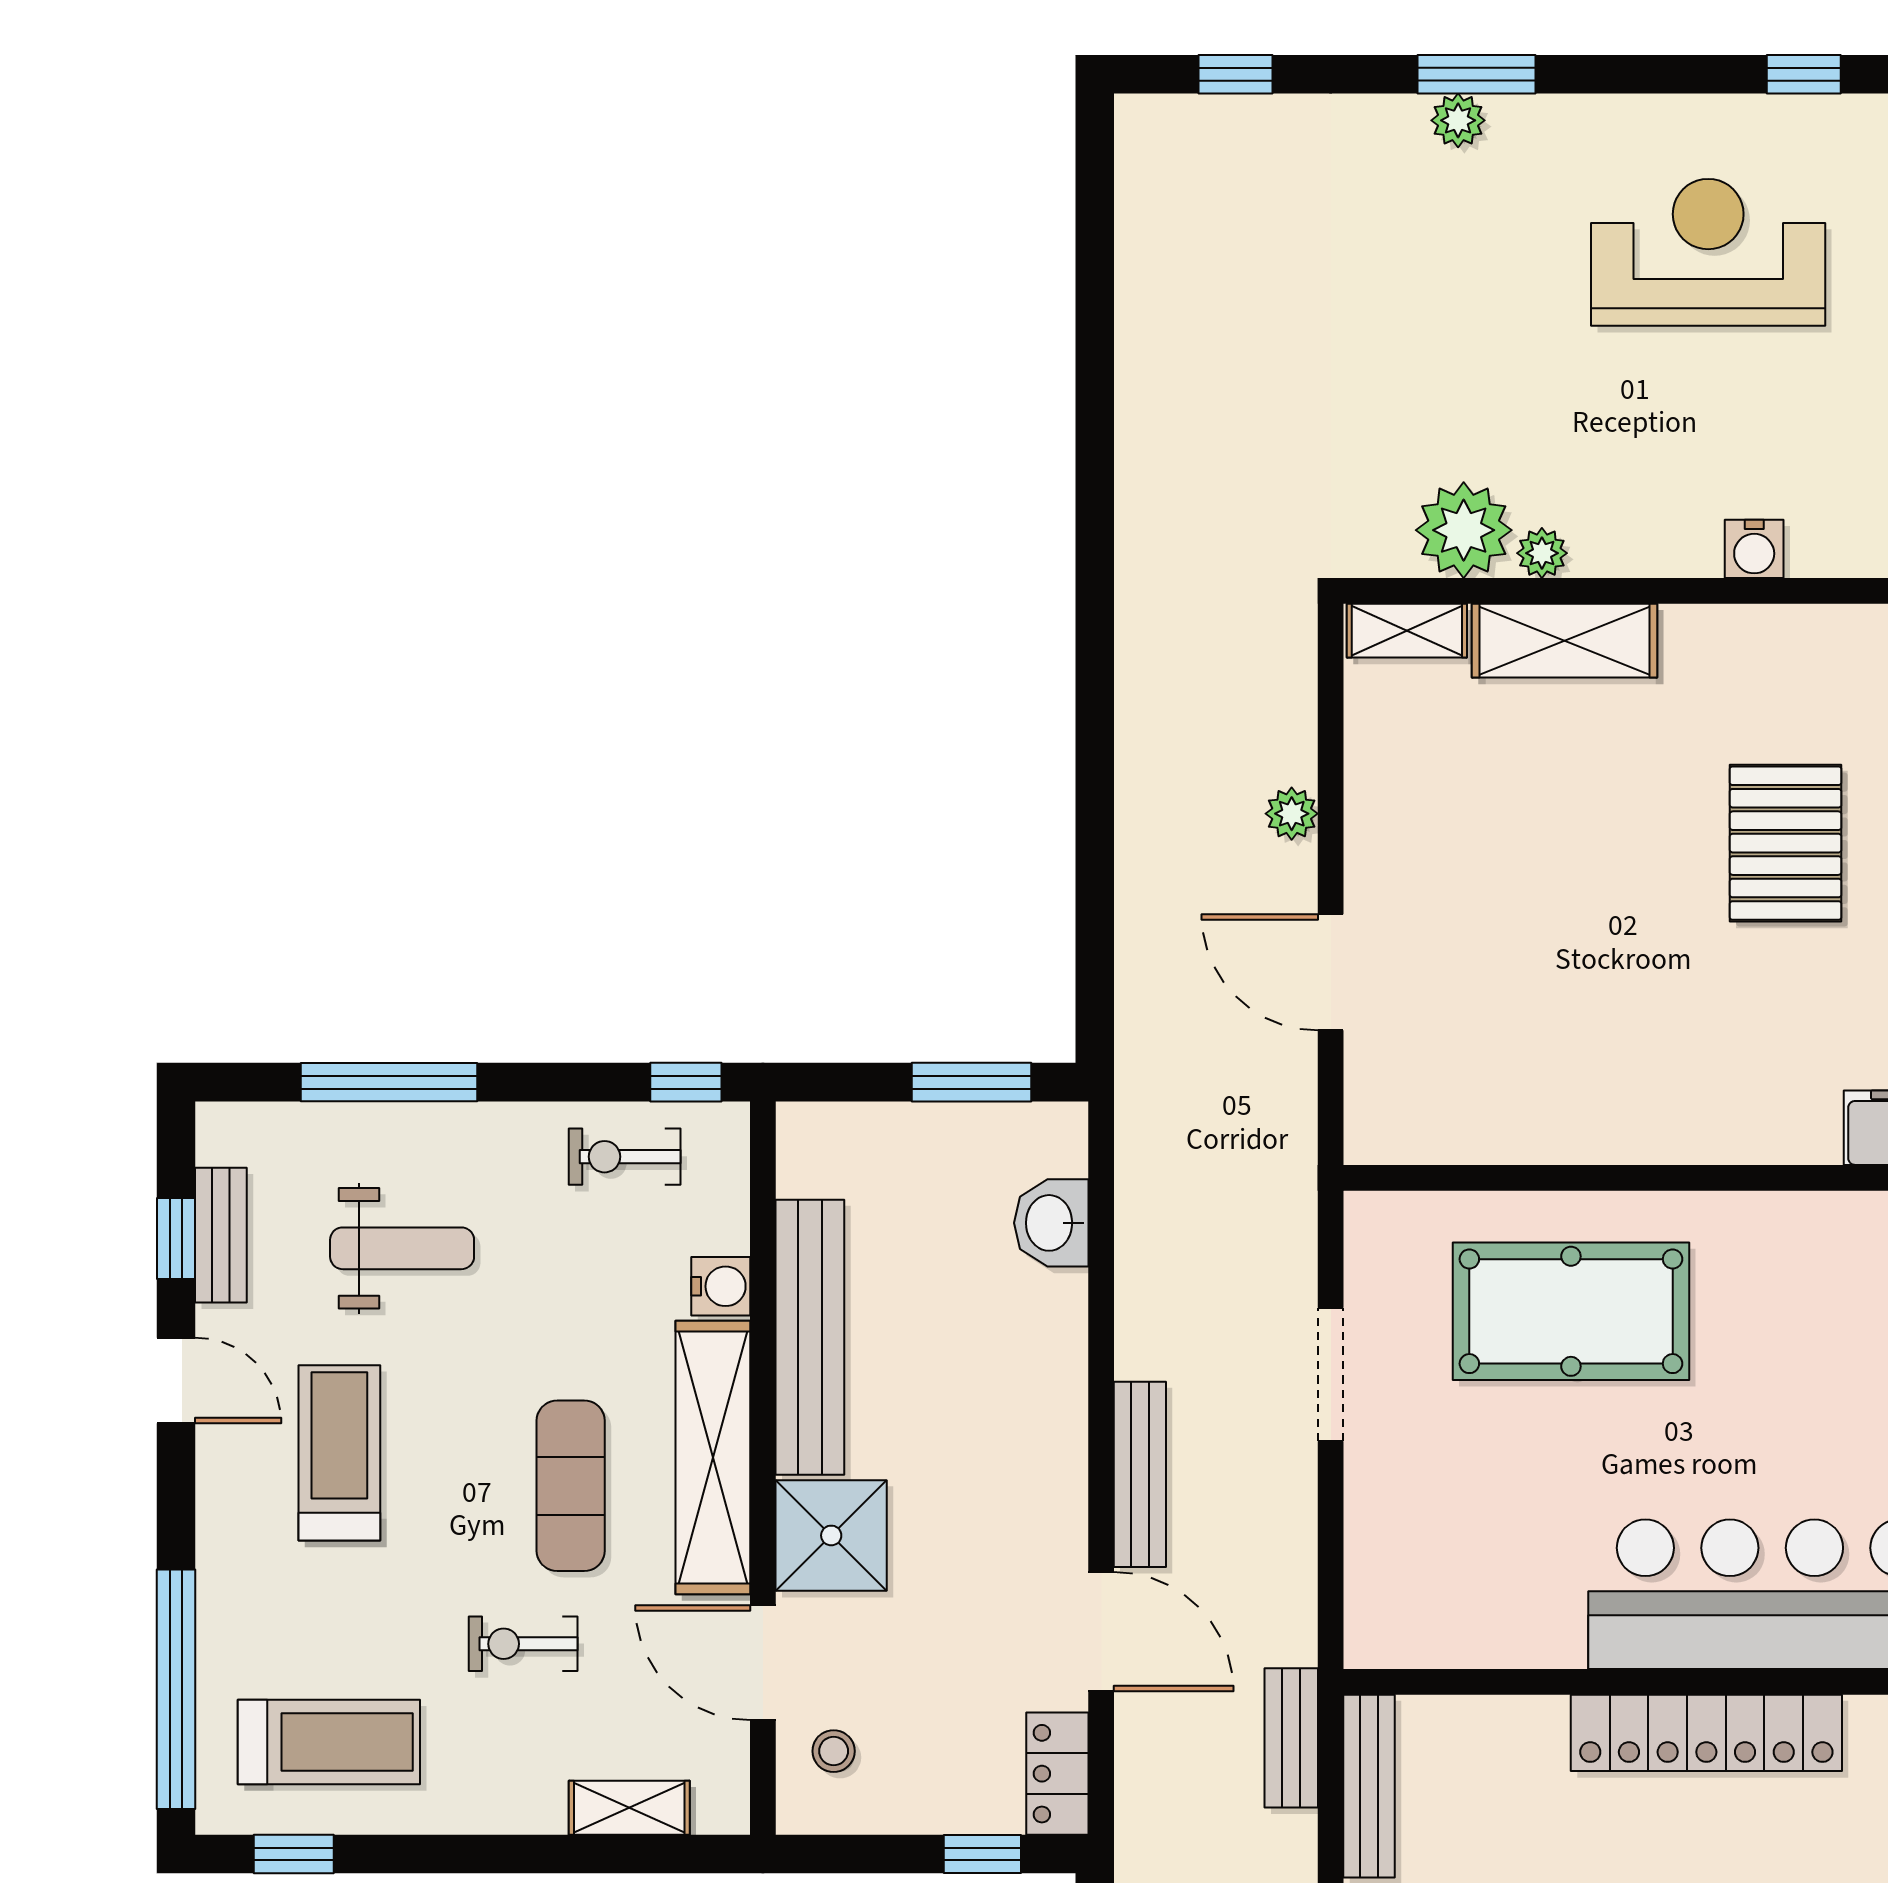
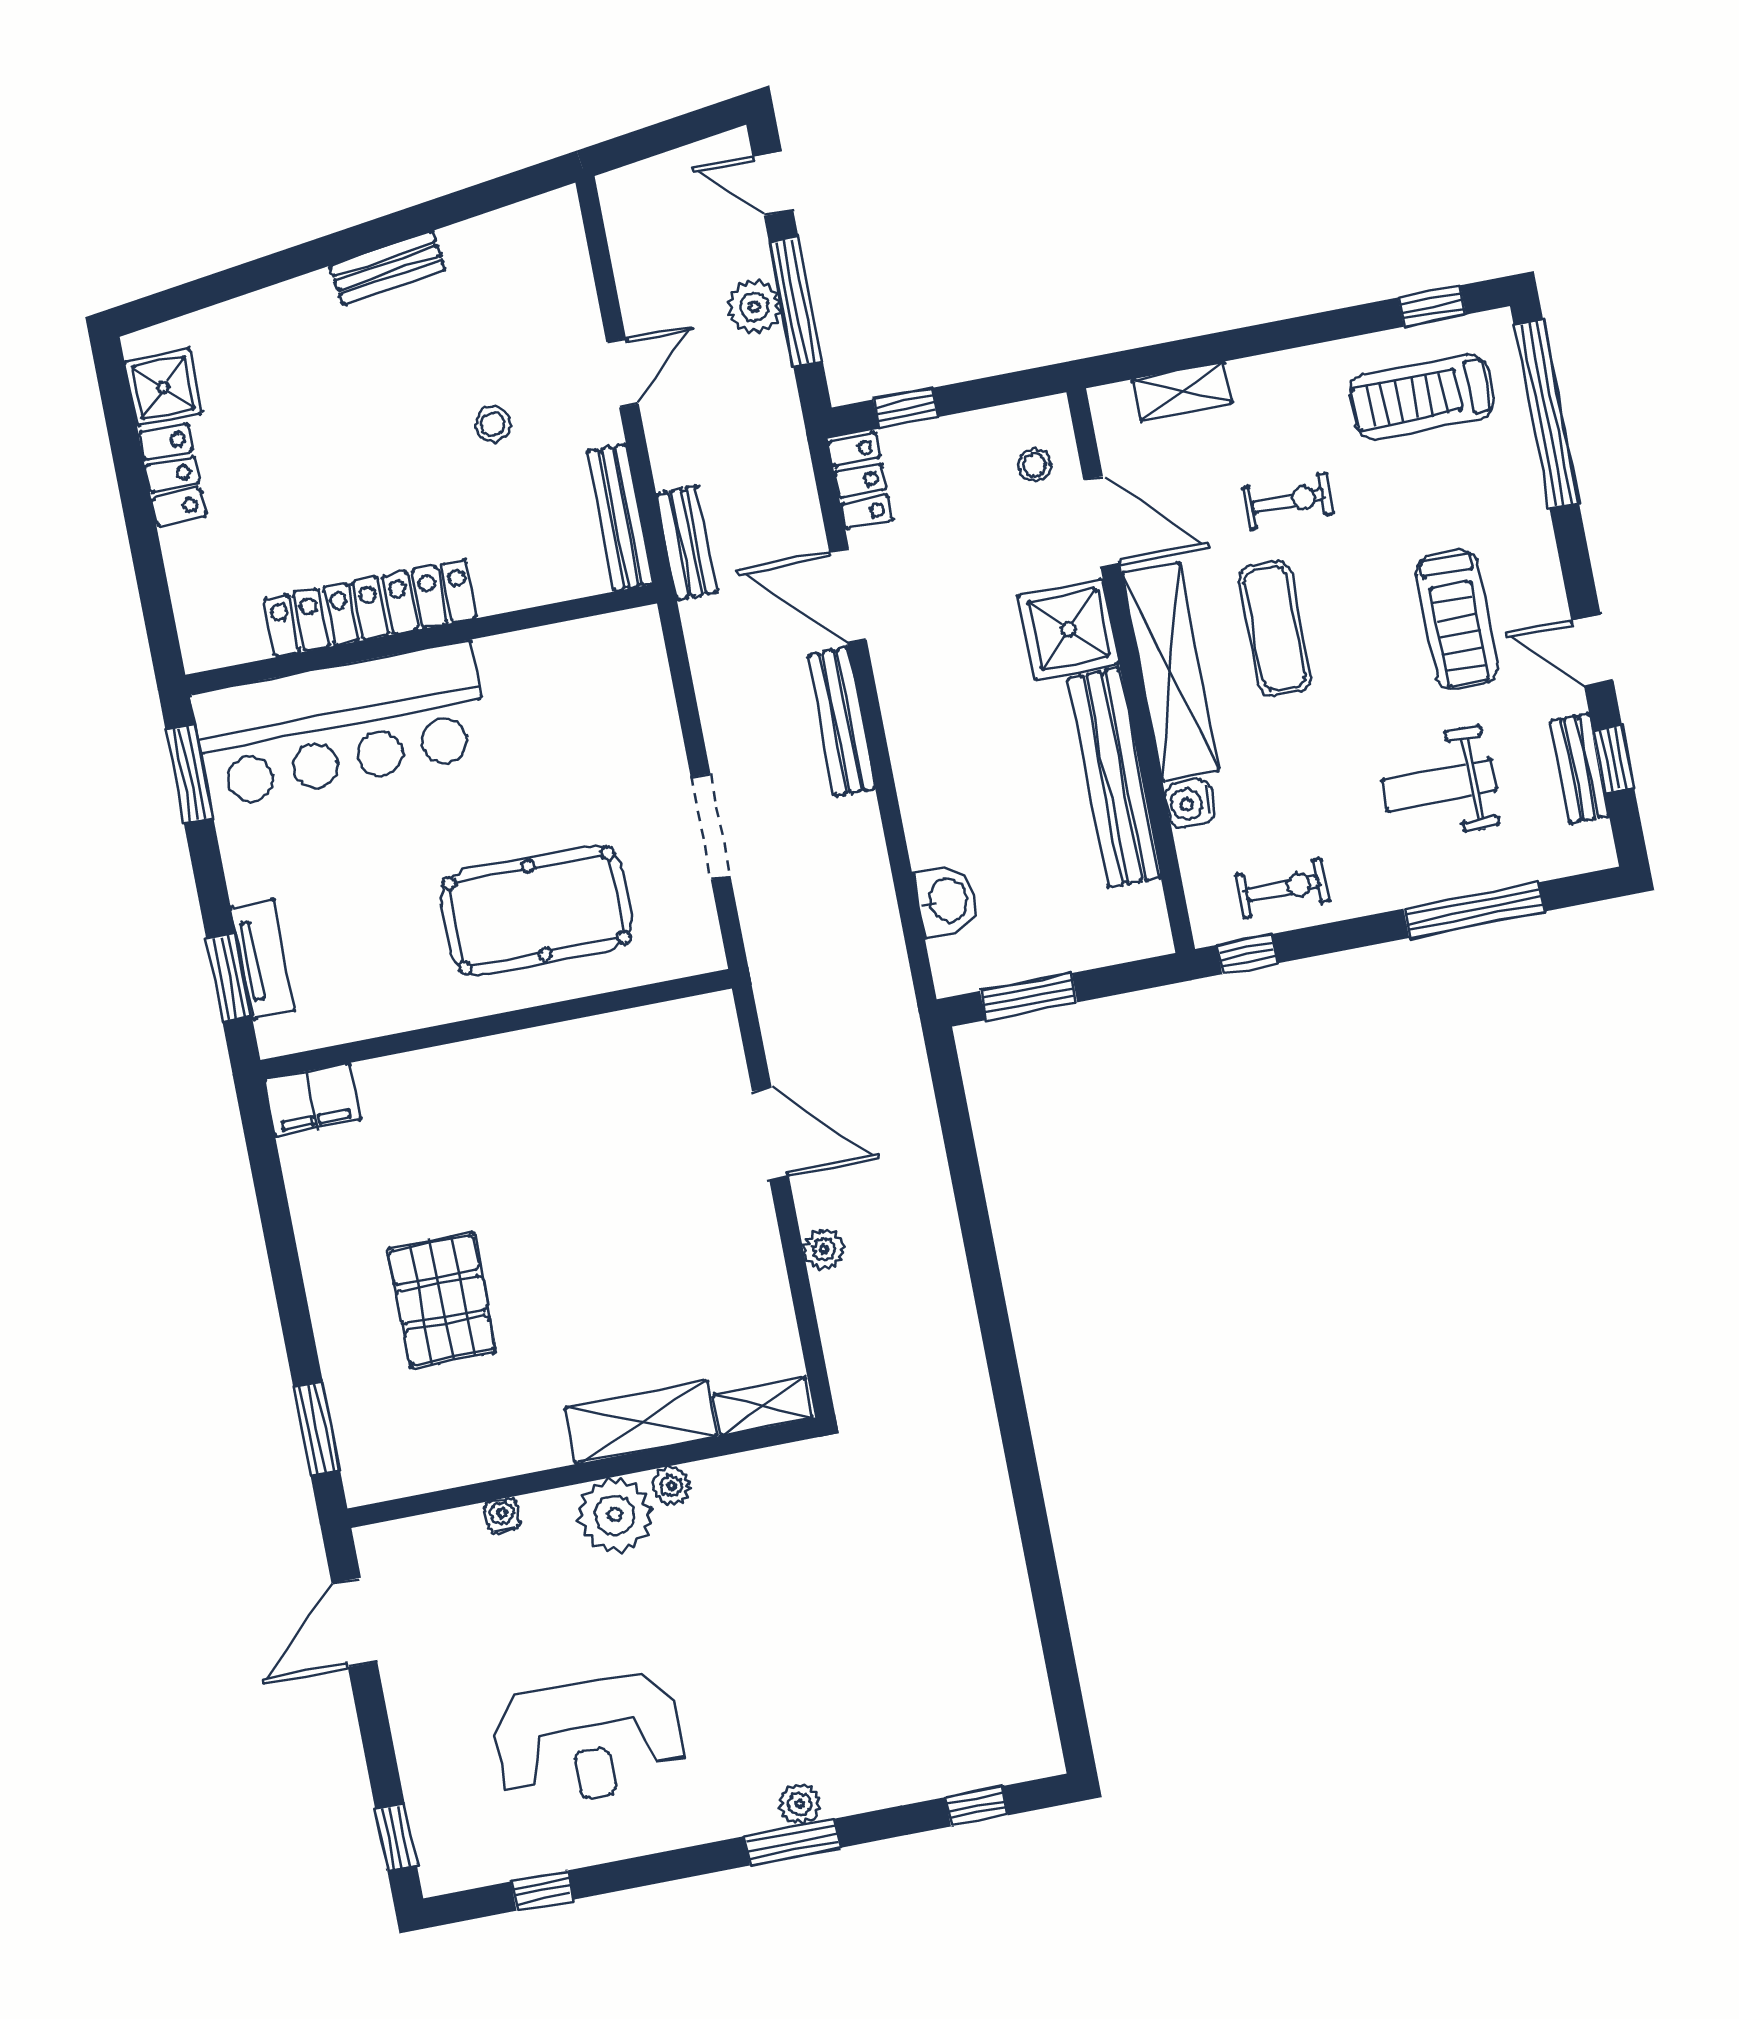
plant: (1464, 530) -> (615, 1515), moved
water cooler: (1754, 549) -> (502, 1515), width x0.72, depth x0.72

